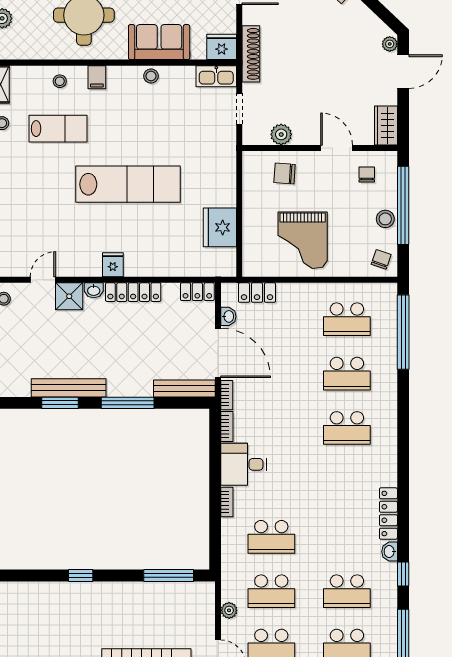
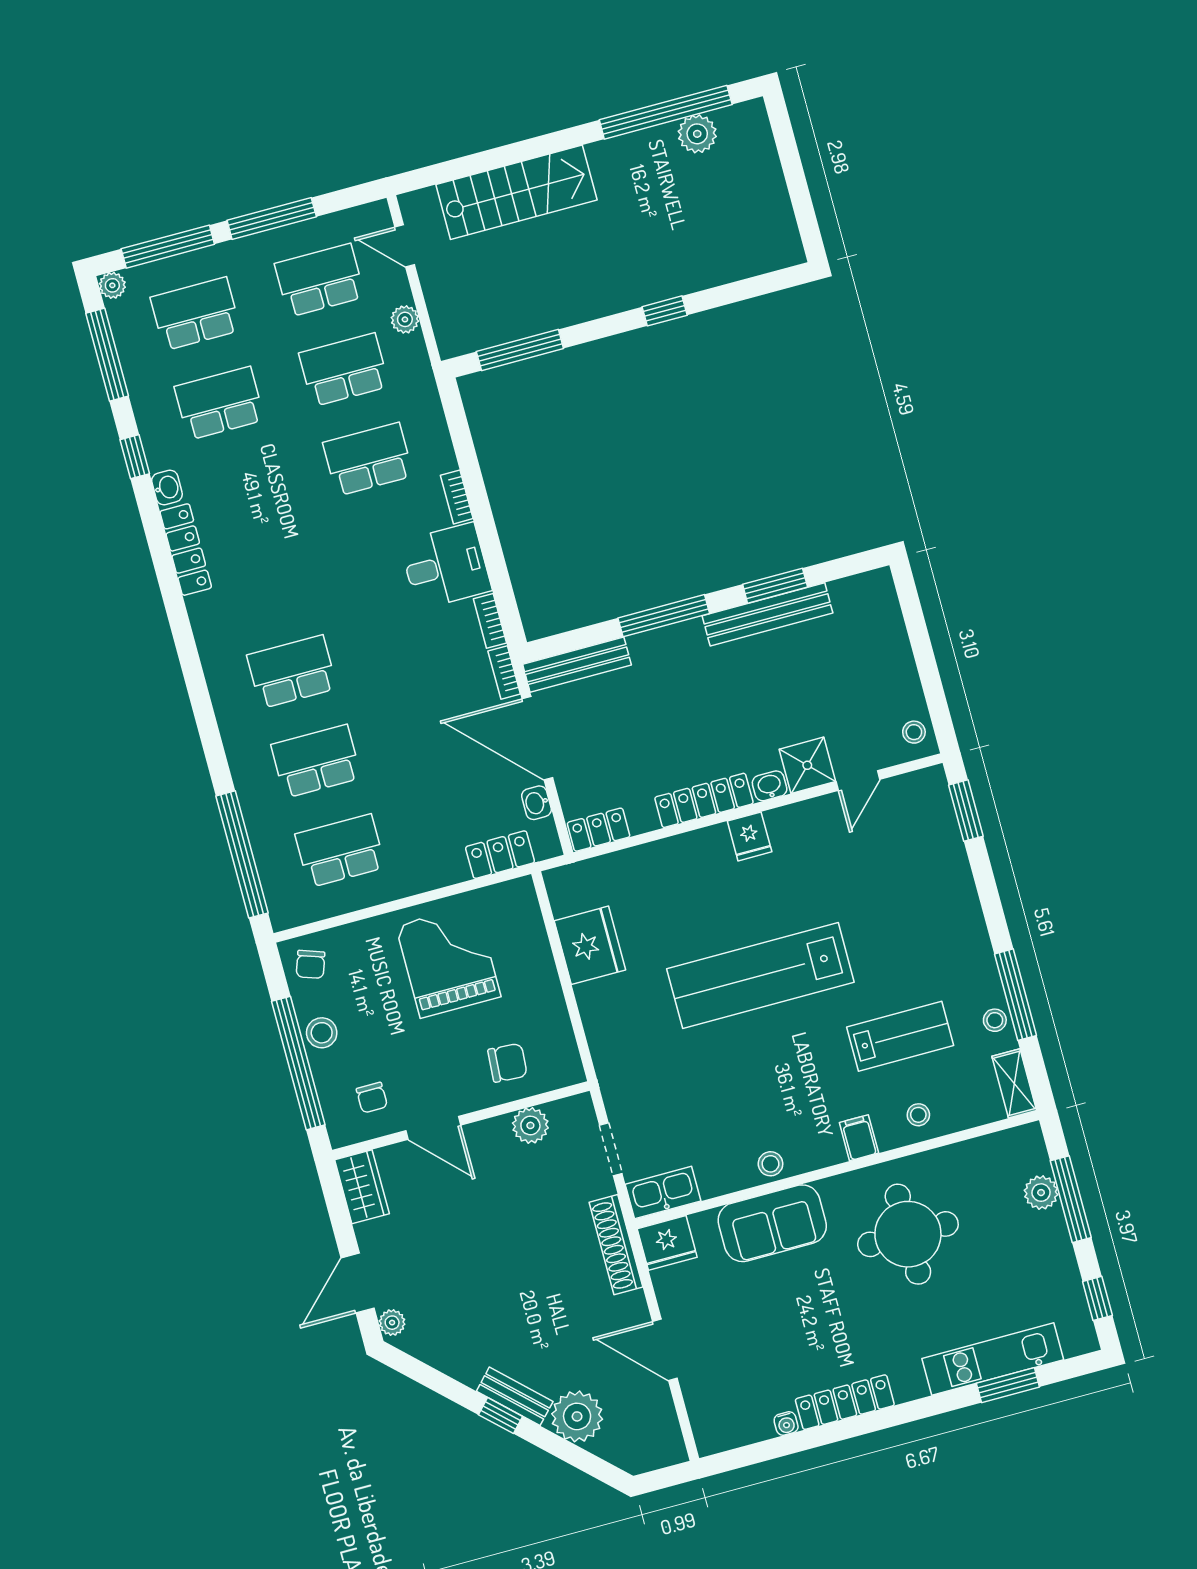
lab bench: (58, 129) -> (900, 1036), turned 180

